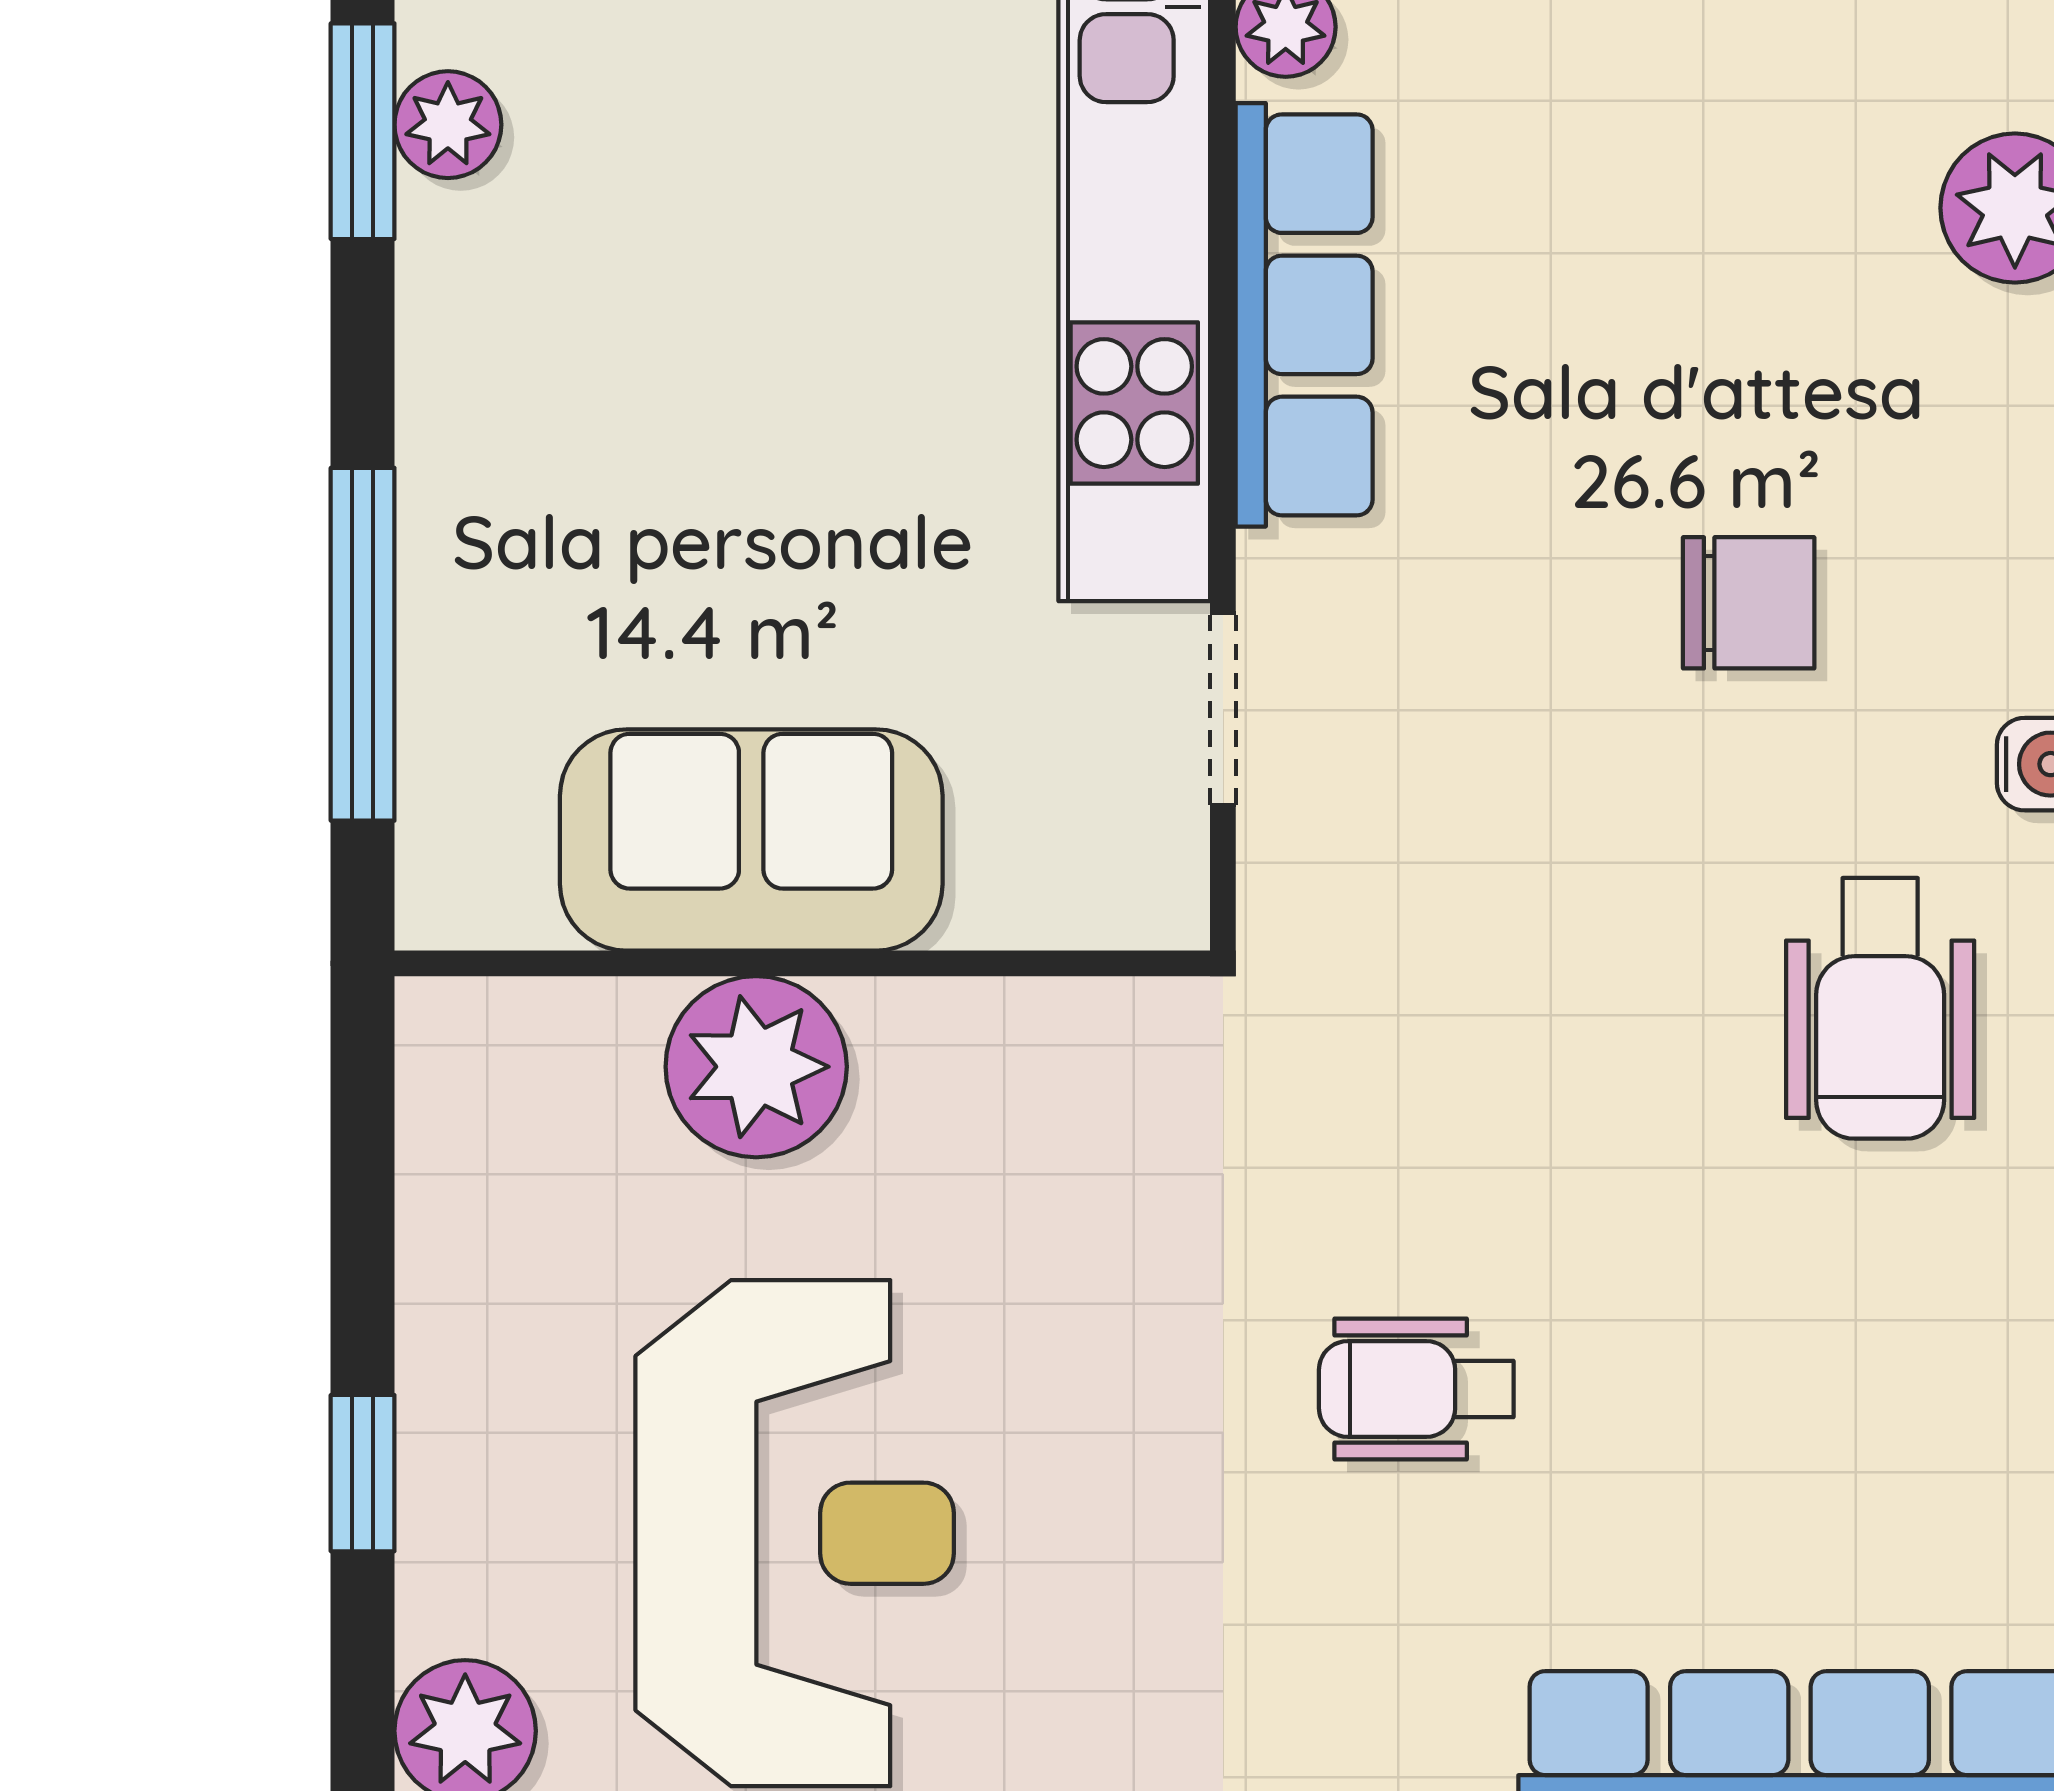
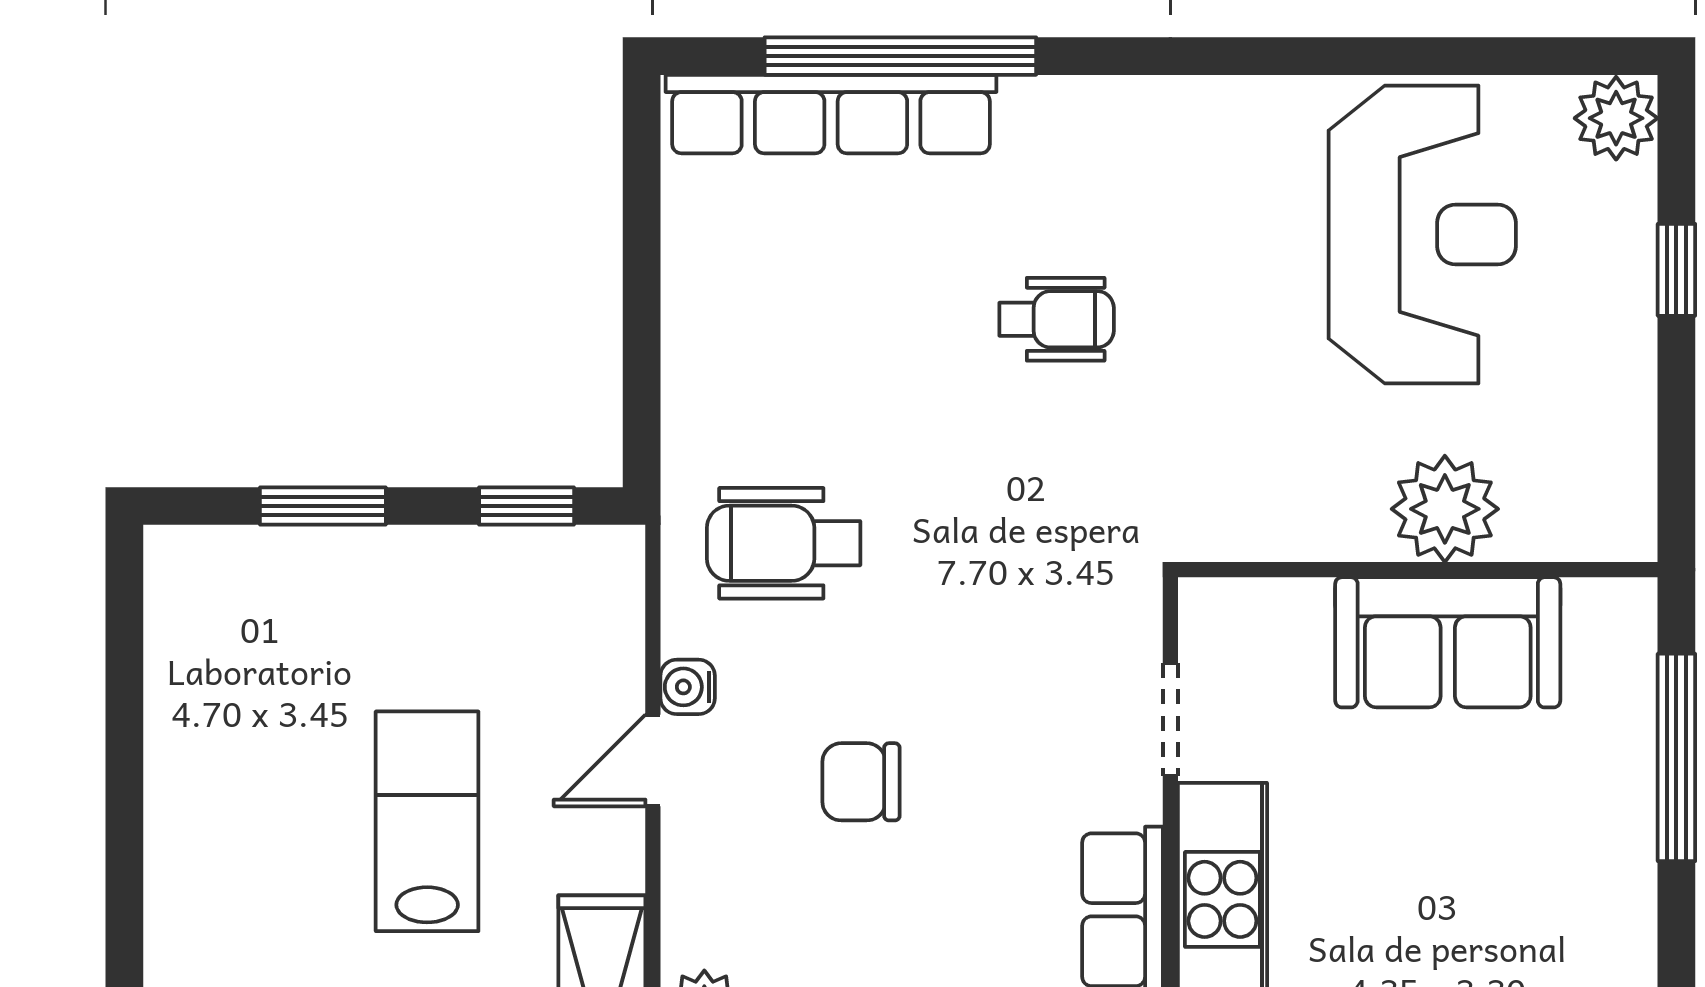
wheelchair: (1880, 1008) -> (784, 543), turned -90
reception desk: (795, 1533) -> (1422, 234), turned 180

